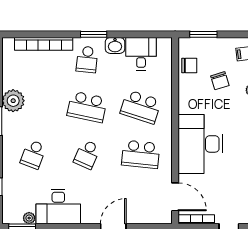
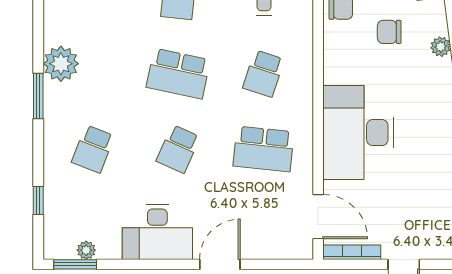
chair: (220, 81) -> (389, 32), turned 107
school desk: (141, 107) -> (263, 74), width x0.54
desk: (58, 207) -> (157, 232), moved

